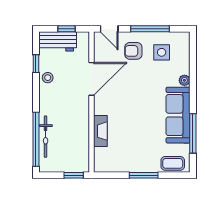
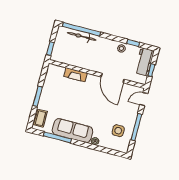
armchair: (133, 51) -> (124, 112), removed

